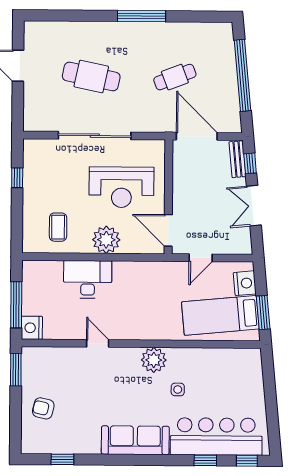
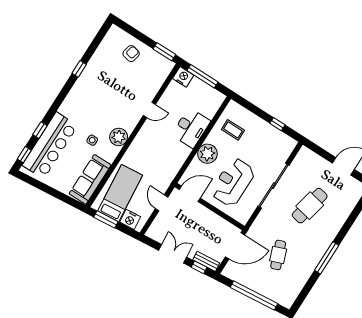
sofa: (135, 440) -> (90, 179), moved, turned 180
window: (62, 459) -> (79, 69), moved

